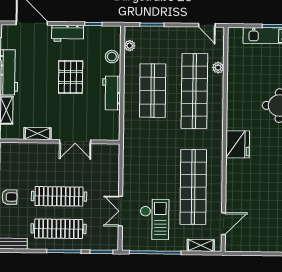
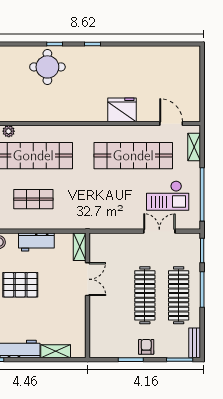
shop shelf: (153, 91) -> (33, 199), width x0.70, depth x0.74
shelving: (38, 133) -> (80, 247), moved
fridge: (238, 144) -> (122, 110), moved
double door: (120, 211) -> (159, 231), swing flipped
checkout: (154, 219) -> (168, 196), turned 180

